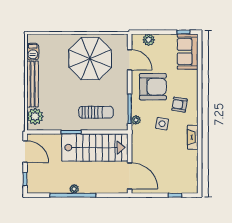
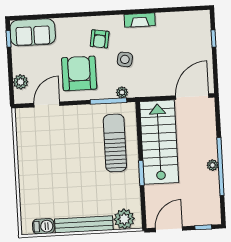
parasol: (90, 59) -> (48, 154), removed
sun lounger: (96, 112) -> (115, 143), width x1.36, depth x1.34

